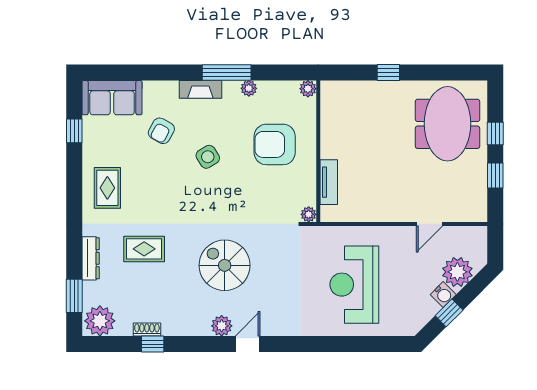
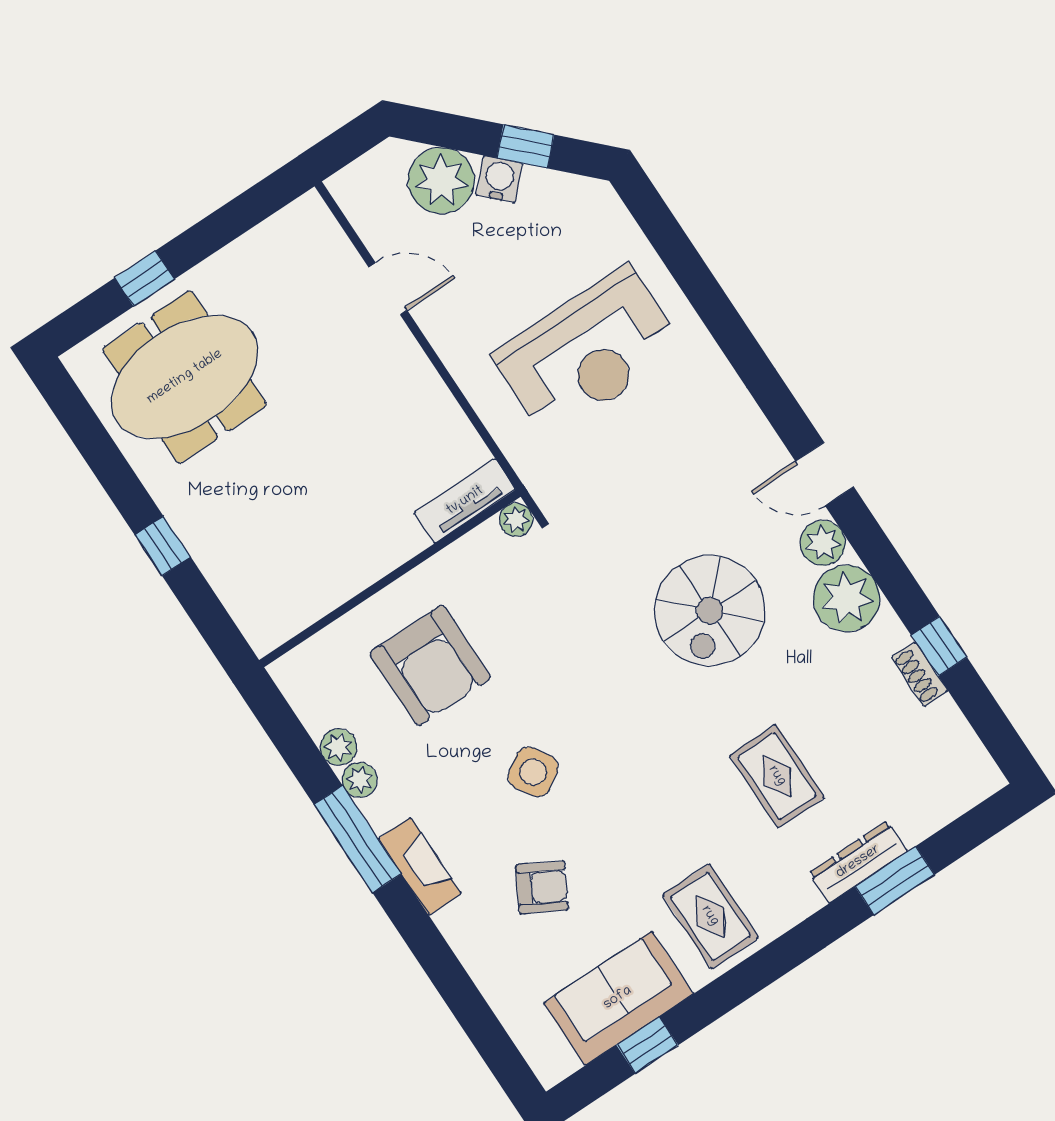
plant: (308, 89) -> (339, 747), moved
sofa: (112, 98) -> (618, 998), moved, turned -90
window: (495, 176) -> (221, 228), removed
tv unit: (329, 182) -> (465, 501), moved
rug: (107, 188) -> (710, 916), turned 90
window: (74, 296) -> (895, 881), moved
plant: (100, 321) -> (847, 598), moved

